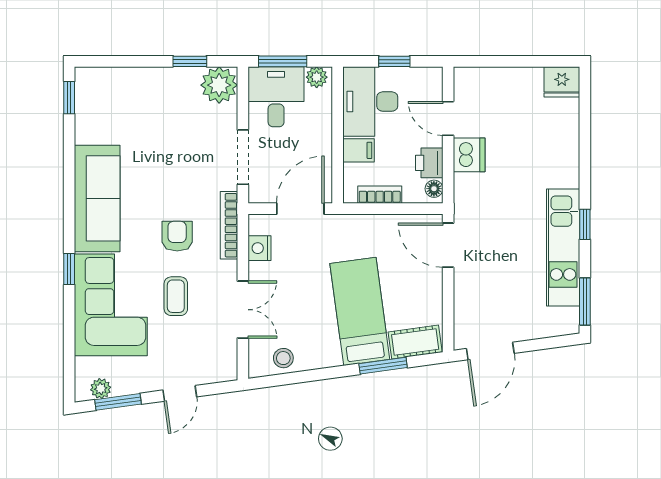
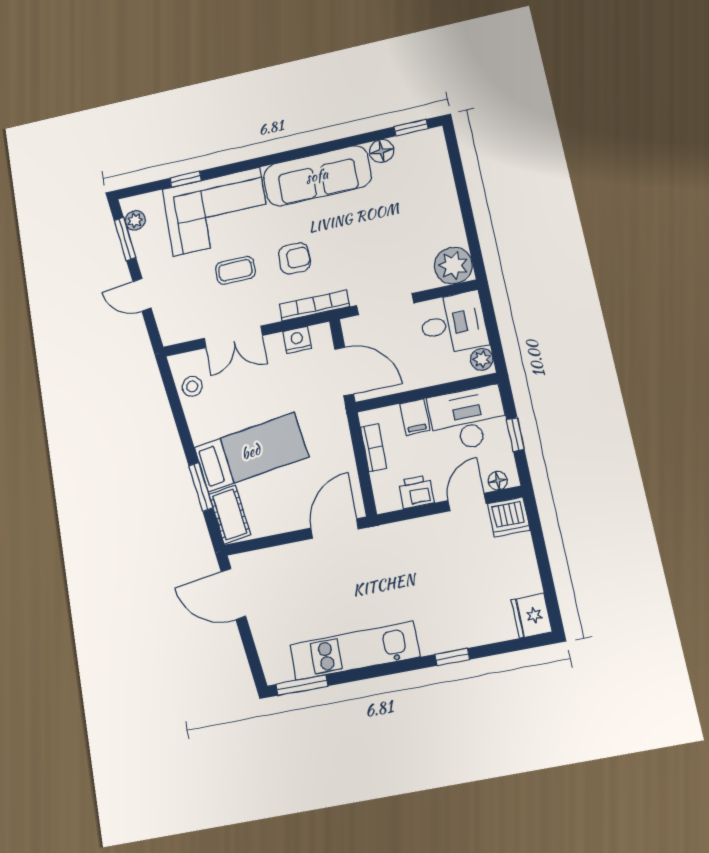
window: (190, 61) -> (471, 232), removed
window: (283, 61) -> (491, 322), removed
floor lamp: (87, 131) -> (382, 151), added
dishwasher: (469, 155) -> (509, 517), moved
floor lamp: (434, 189) -> (498, 481), moved
window: (585, 224) -> (452, 657), moved
window: (69, 269) -> (186, 179), moved

